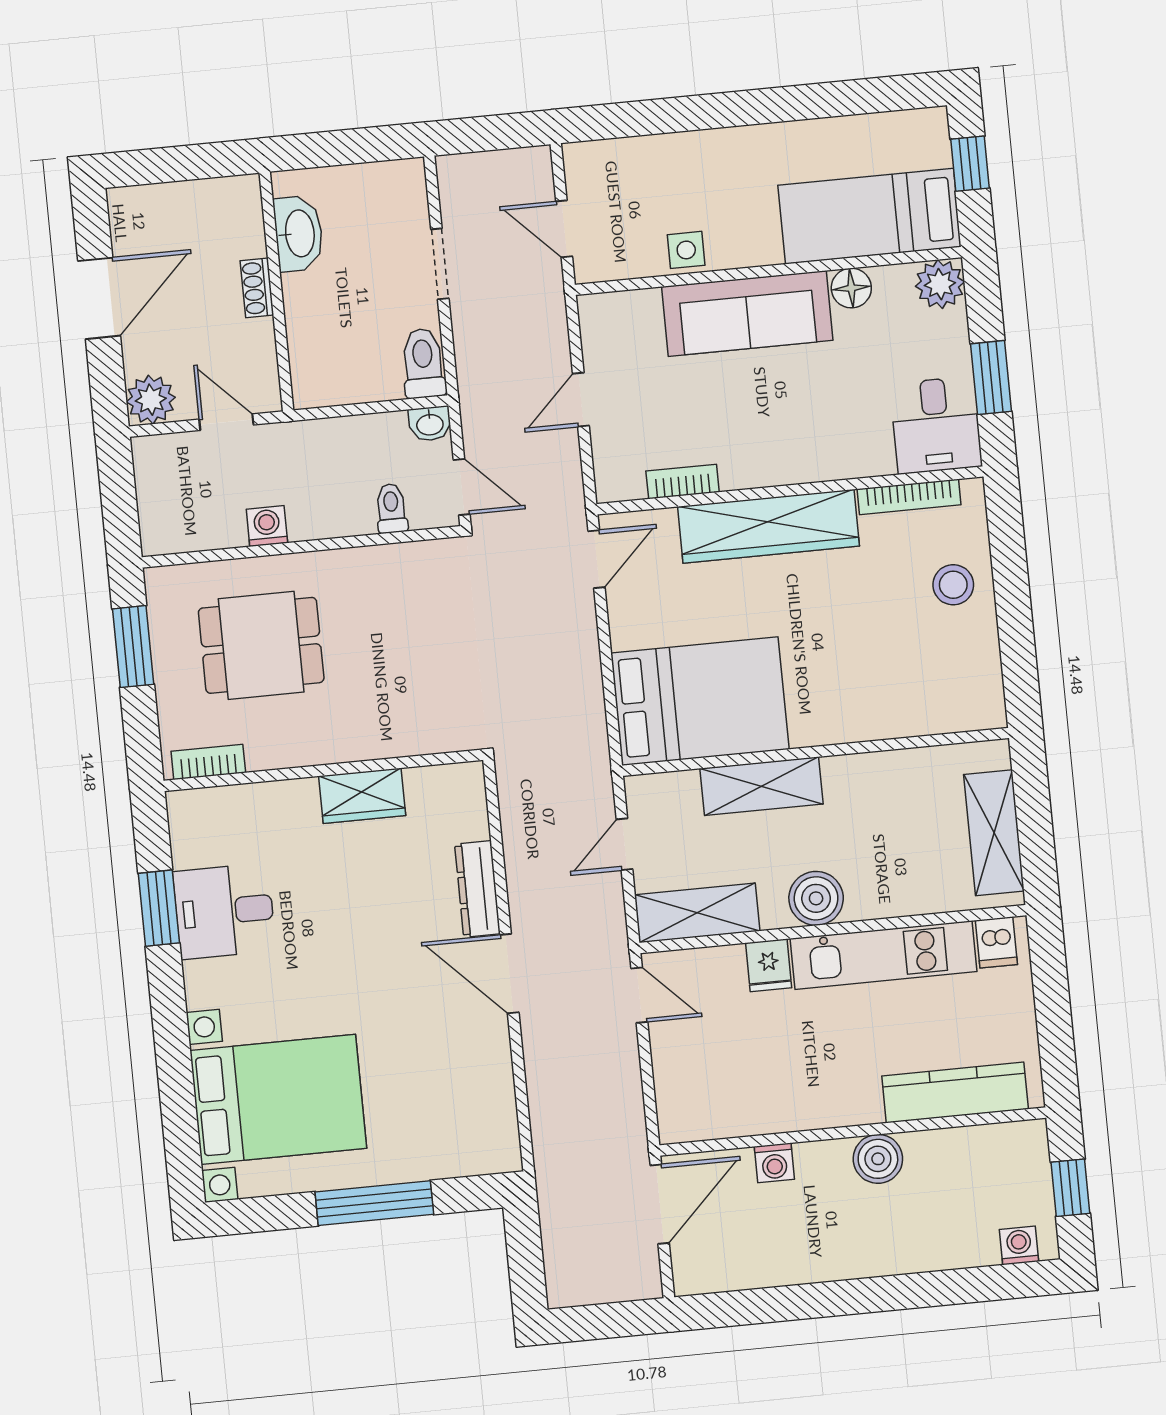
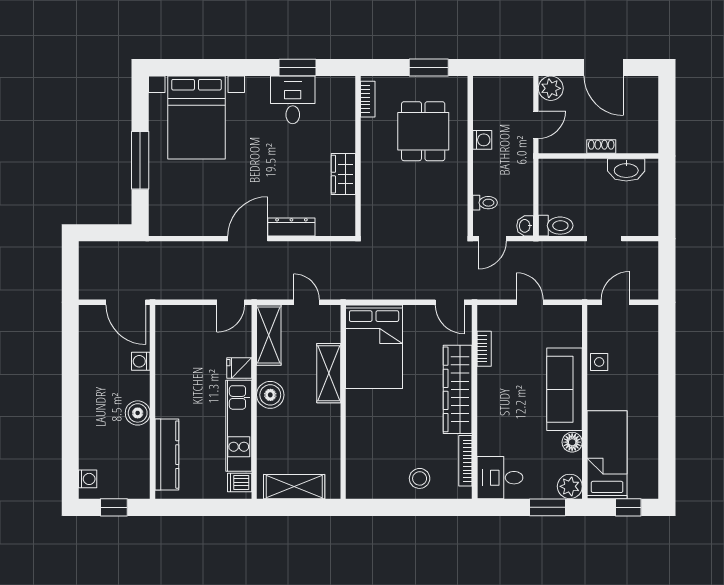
window: (991, 378) -> (547, 507), moved

